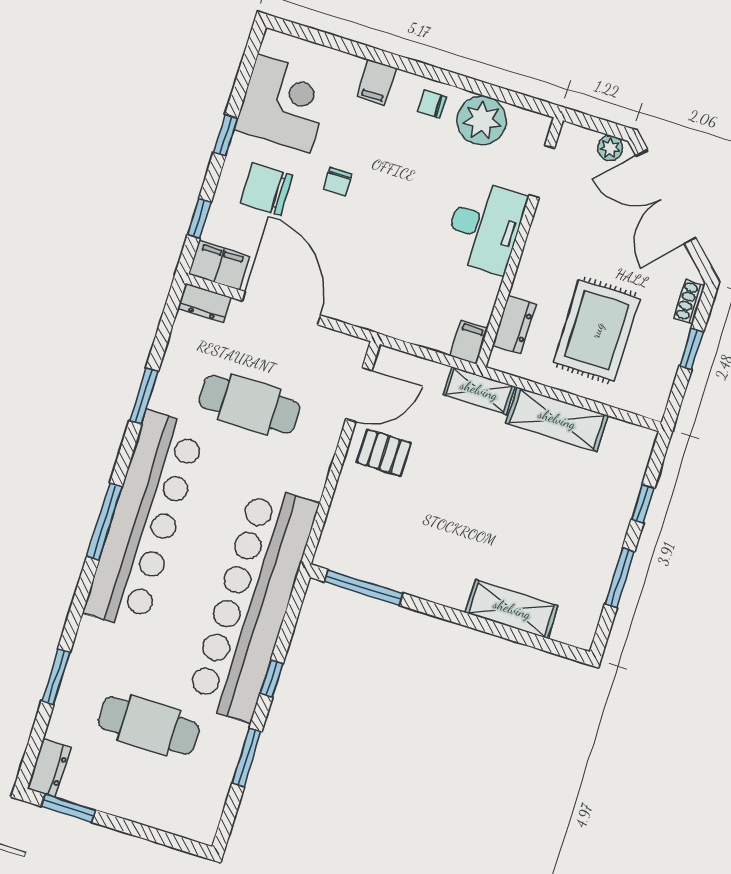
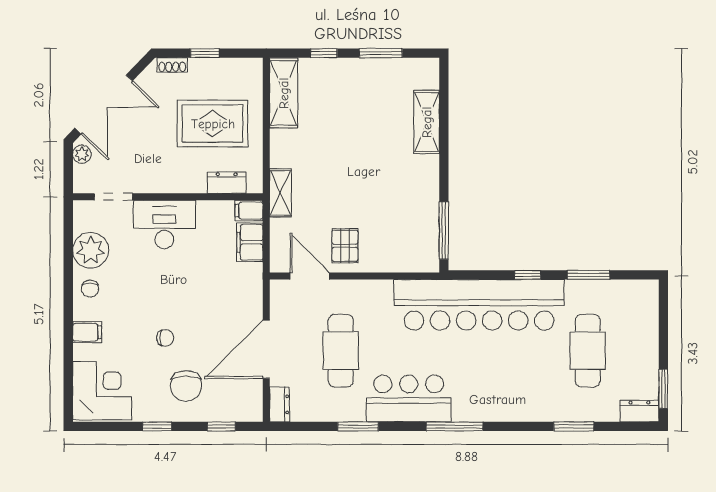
corner desk: (284, 104) -> (102, 391), moved, turned 90
filing cabinet: (219, 265) -> (250, 242), moved
shelving: (557, 419) -> (284, 93), moved
bar counter: (145, 520) -> (409, 398), width x0.54

